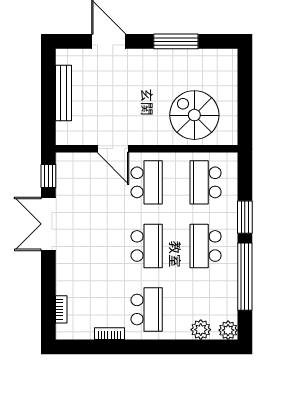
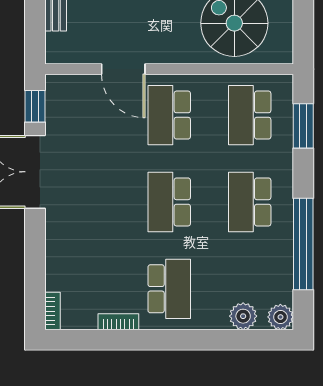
school desk: (147, 182) -> (169, 115), turned 180
window: (245, 217) -> (303, 126), moved
school desk: (147, 246) -> (169, 202), turned 180
bookcase: (61, 309) -> (53, 311), moved

